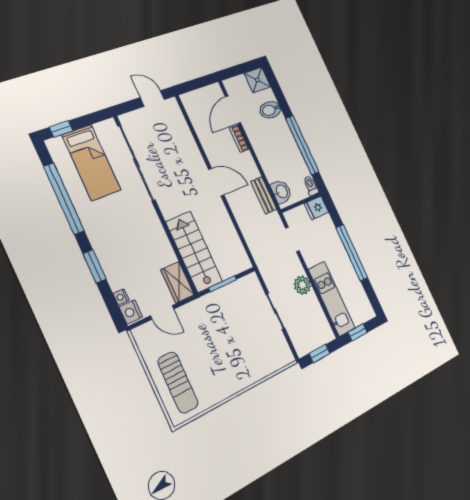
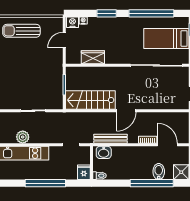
window: (302, 145) -> (152, 183), moved
bench: (264, 195) -> (110, 139), width x1.36
stairs: (194, 252) -> (90, 100), moved, turned 180
wardrobe: (177, 282) -> (93, 57), moved
plant: (302, 285) -> (23, 137), moved

